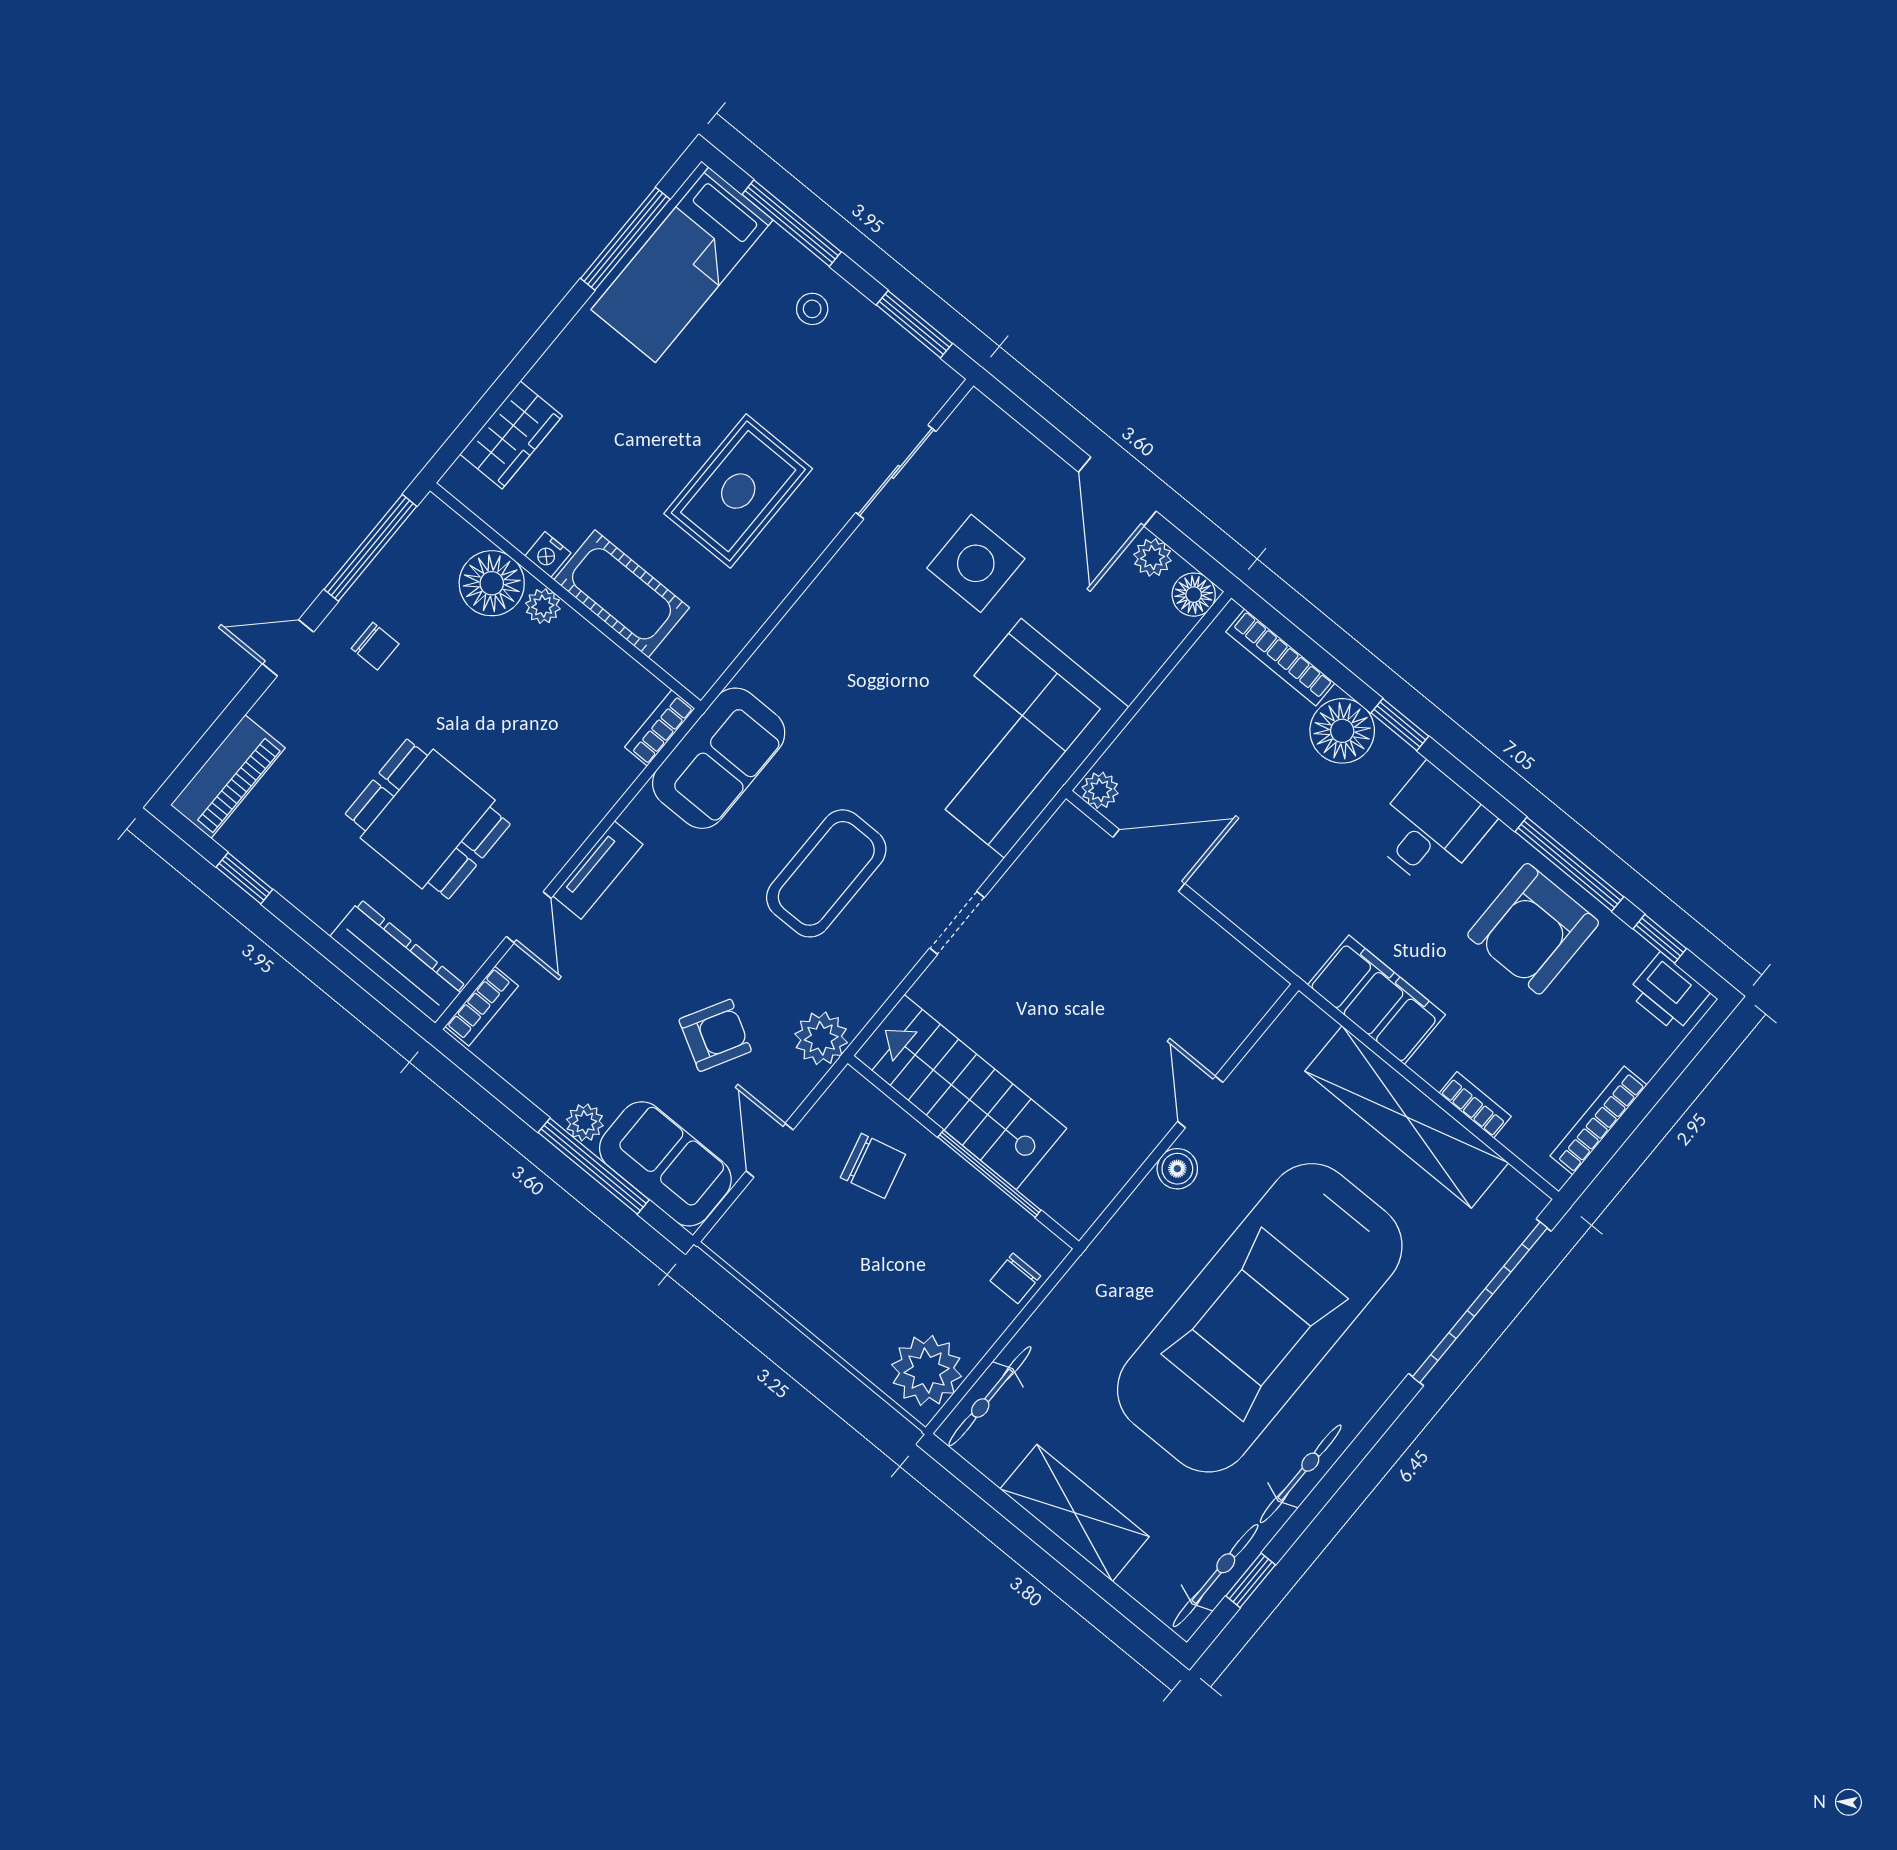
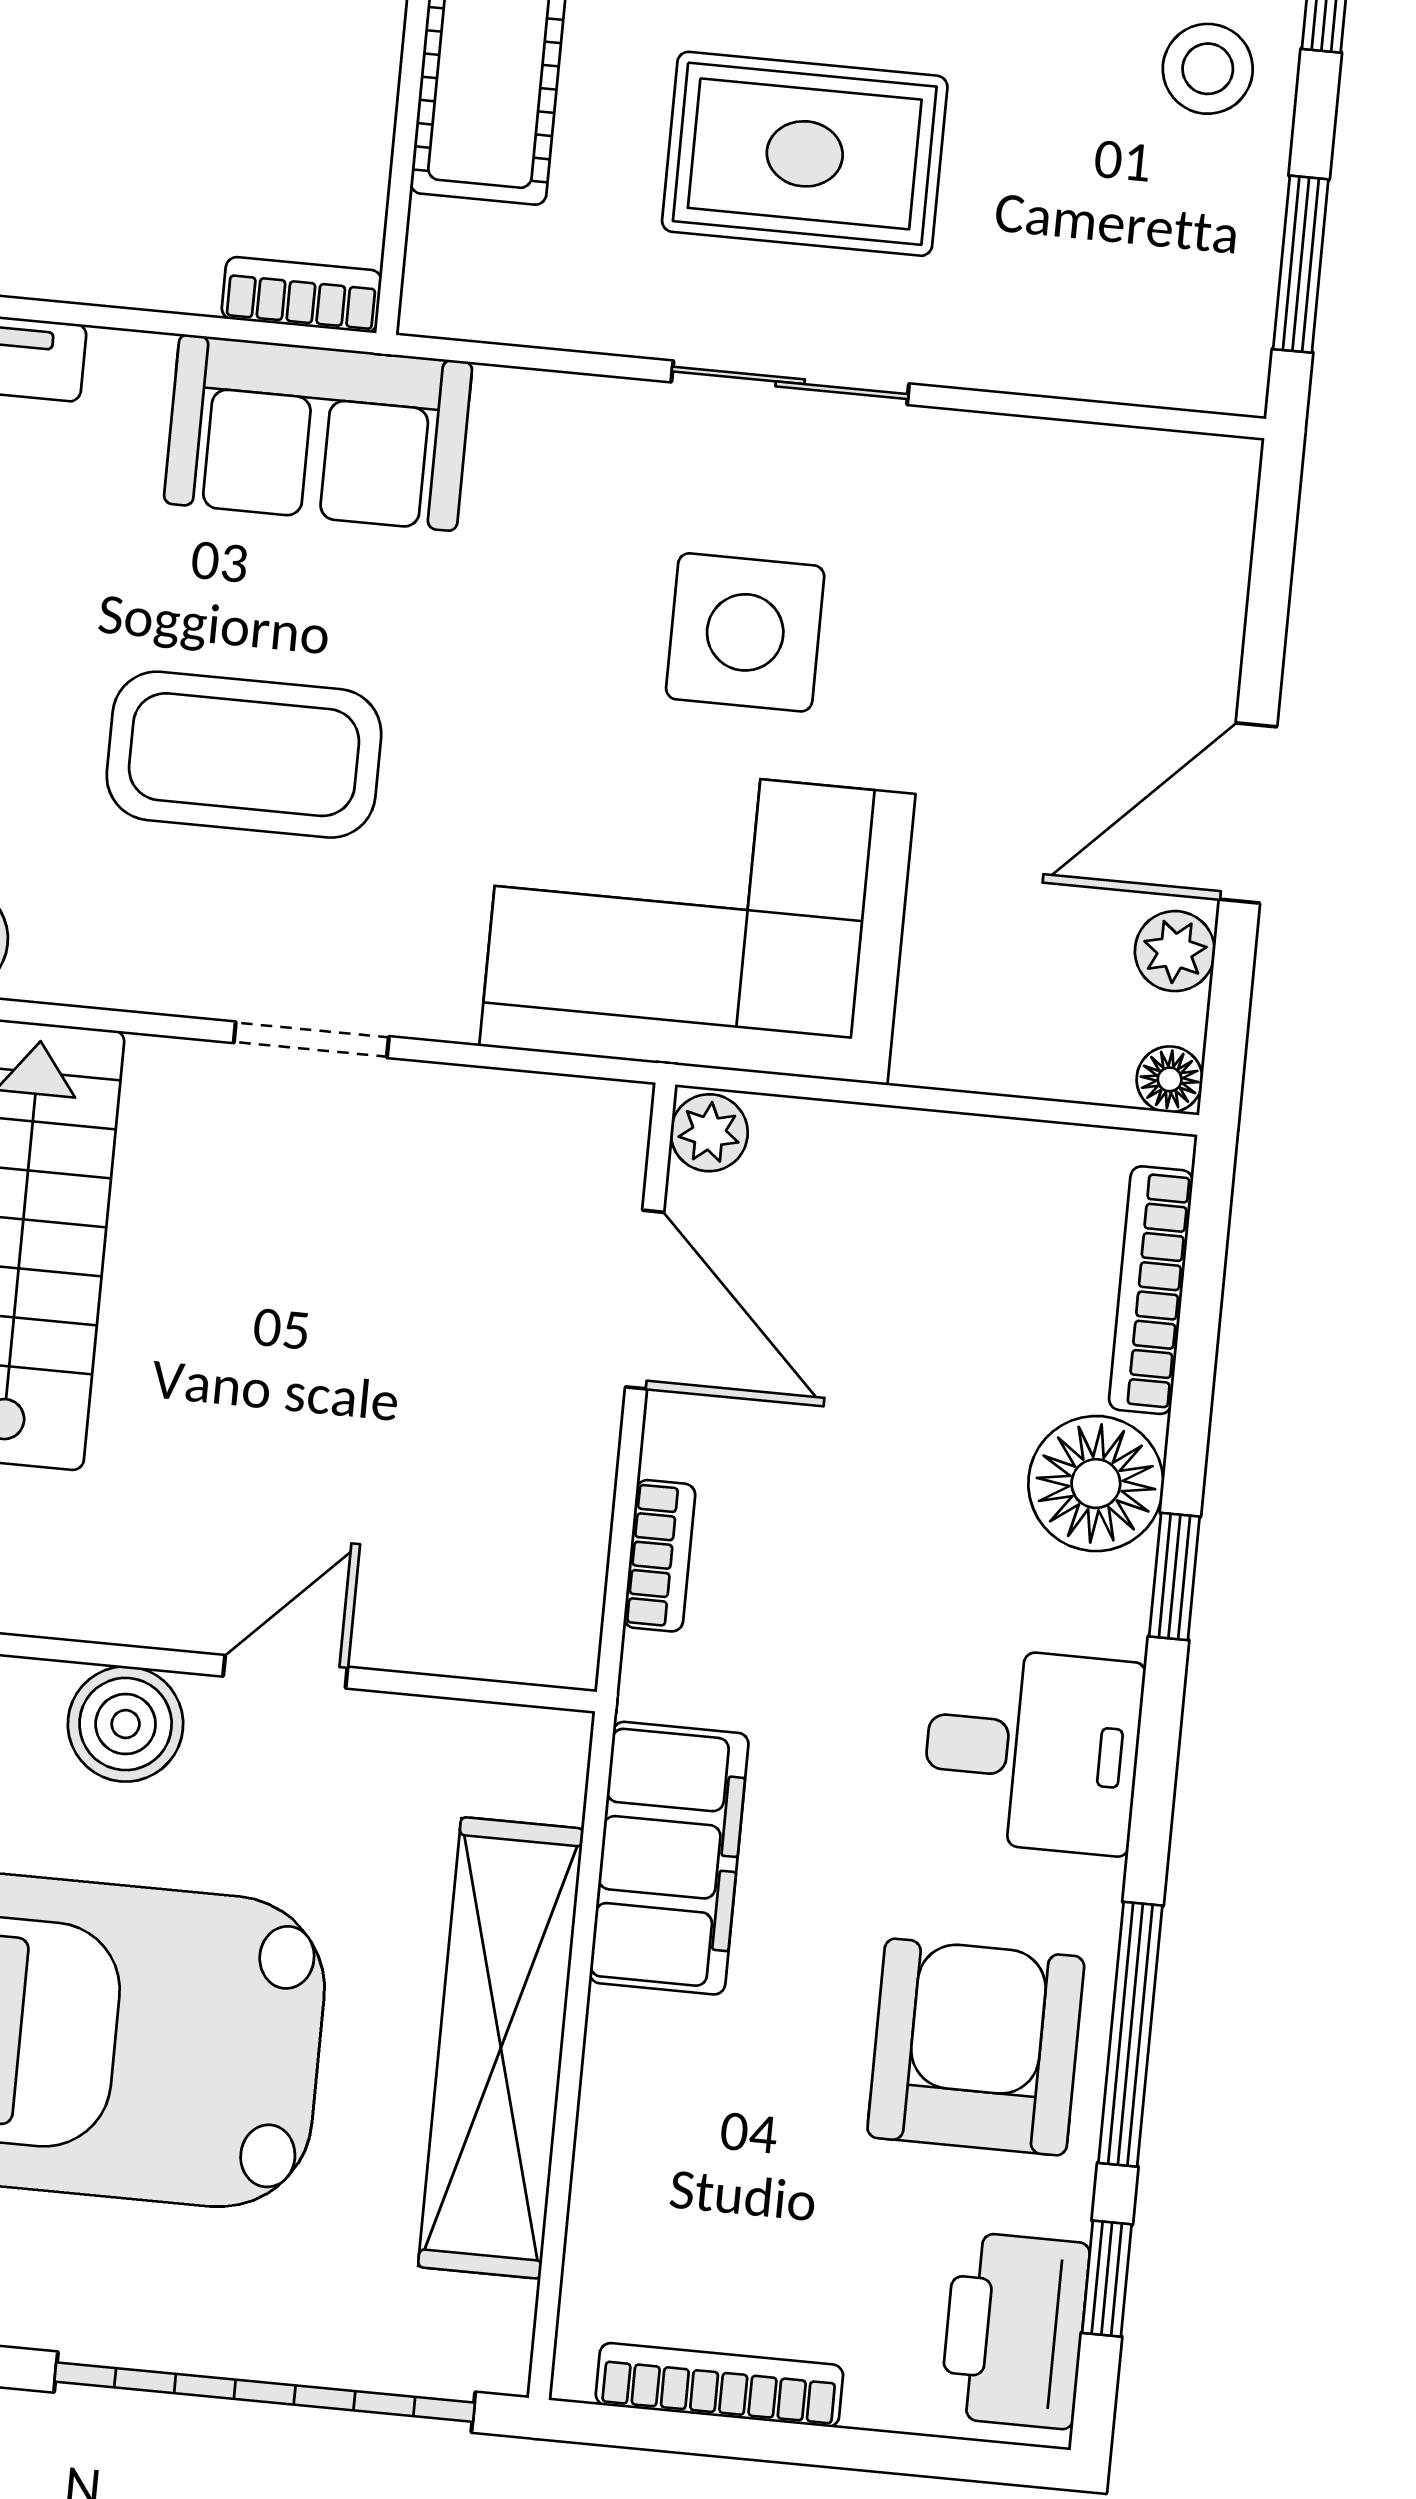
stool: (812, 309) -> (1208, 69), width x1.37, depth x1.37
sliding door: (896, 472) -> (790, 383), moved
side table: (976, 563) -> (745, 632), moved
floor lamp: (1194, 595) -> (1170, 1079), width x0.73, depth x0.73
armchair: (1533, 929) -> (976, 2047), turned 90
printer: (1668, 993) -> (1015, 2330), width x1.37, depth x1.19
bookcase: (1475, 1105) -> (660, 1556), moved
boiler: (1177, 1169) -> (126, 1724), width x1.36, depth x1.36

